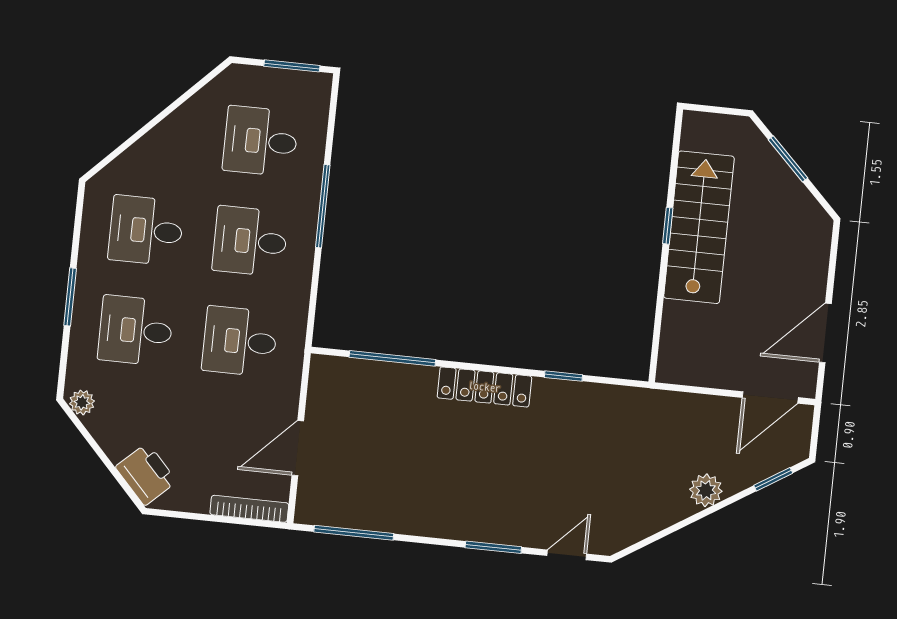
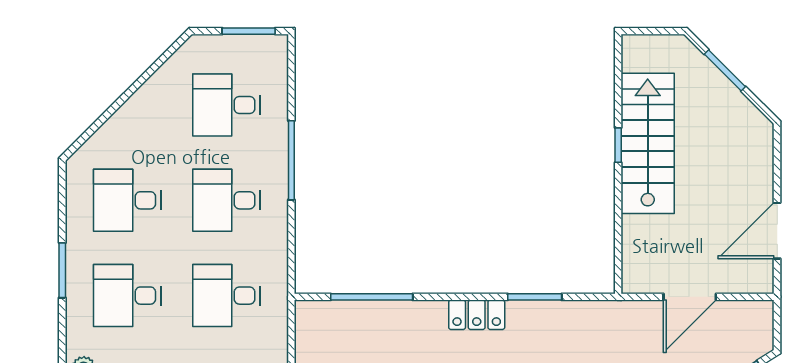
window: (563, 376) -> (535, 297), width x1.50
locker: (484, 387) -> (477, 315), width x0.66
door: (770, 397) -> (690, 297), moved

